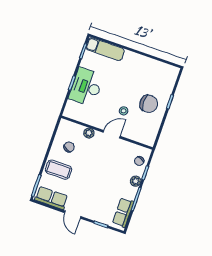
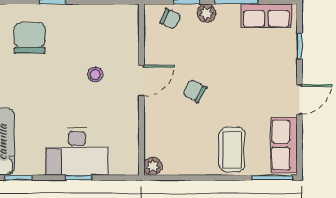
chair: (149, 104) -> (30, 38), moved
plant: (89, 133) -> (153, 166), moved
door: (112, 134) -> (142, 81), swing flipped
chair: (69, 147) -> (195, 91), moved

